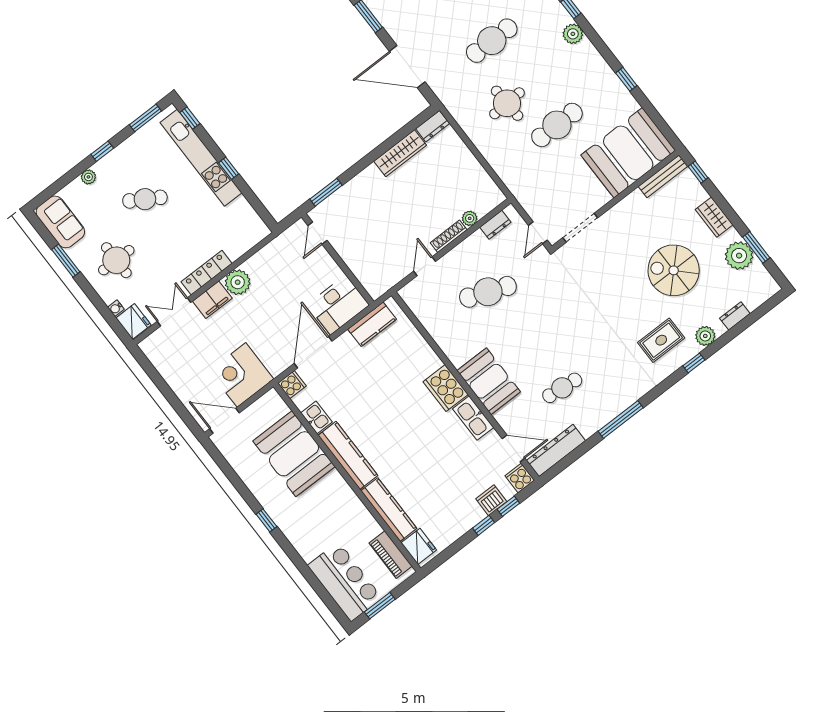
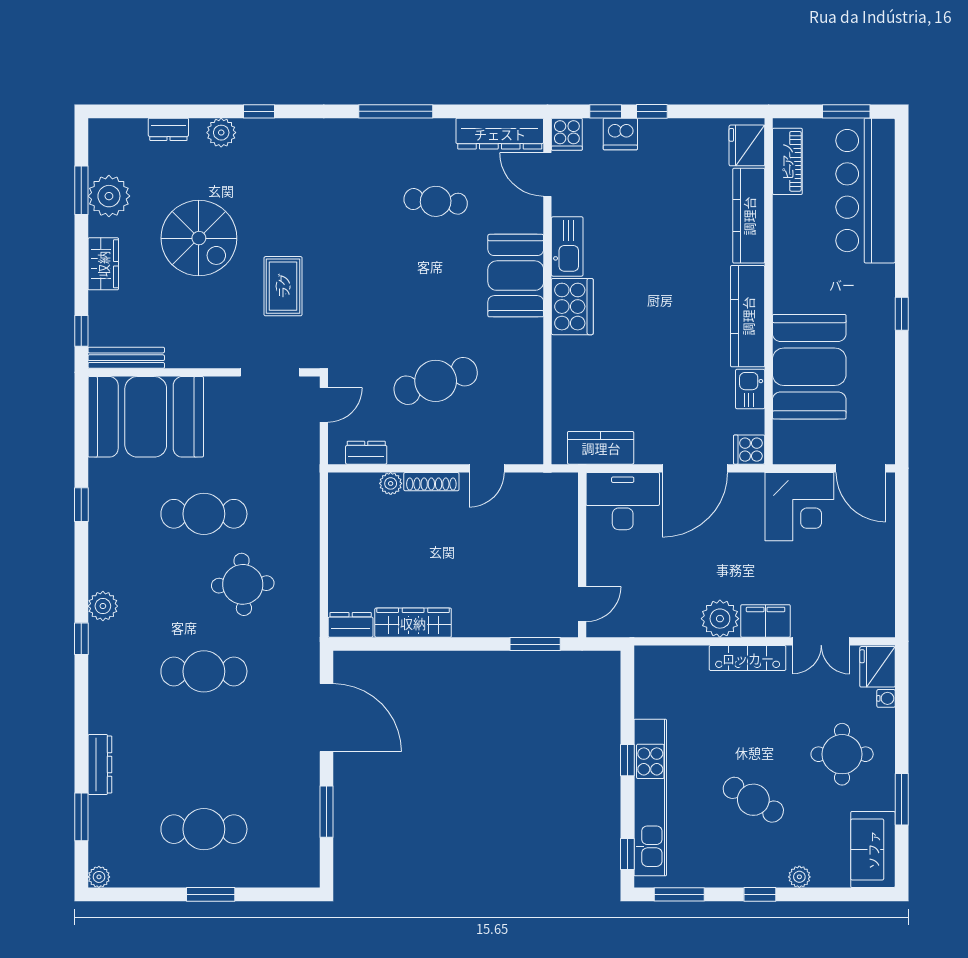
cafe table: (488, 292) -> (436, 381), turned -39
rug: (661, 340) -> (283, 286), moved, turned 90
bar counter: (345, 582) -> (866, 191), width x1.36

